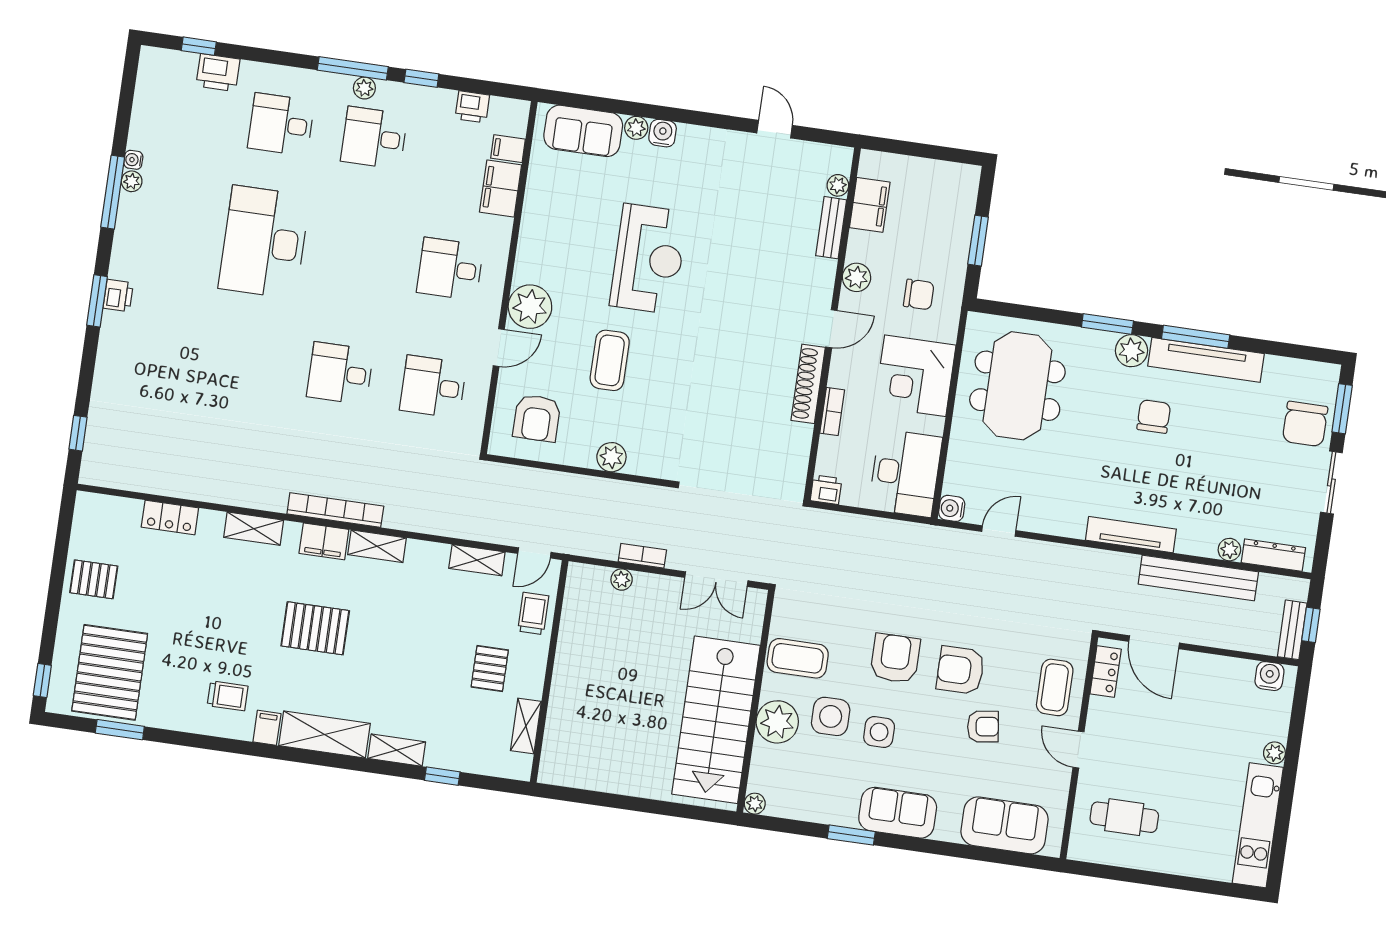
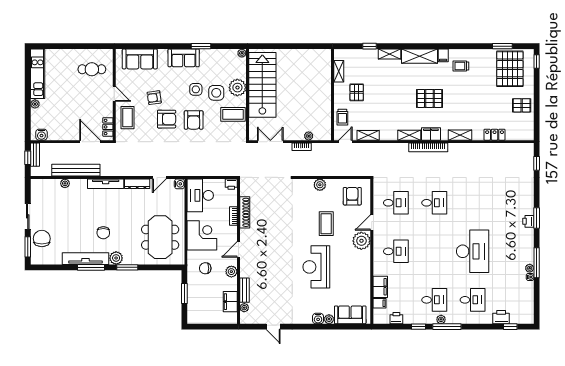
shoe rack: (808, 384) -> (245, 212), moved
dresser: (1273, 555) -> (137, 184), moved

